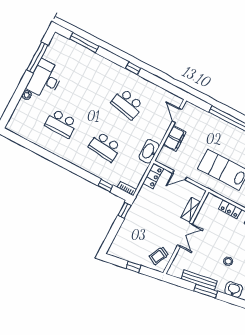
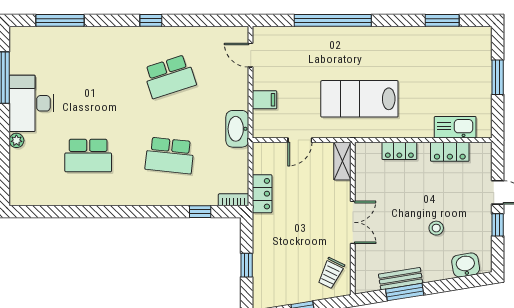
school desk: (127, 104) -> (170, 77), turned -30
filing cabinet: (175, 139) -> (265, 100), width x0.50
locker: (153, 176) -> (262, 194), moved
window: (124, 210) -> (247, 265), moved
shelving: (191, 210) -> (342, 161), moved
bench: (199, 280) -> (401, 279), width x0.73
window: (206, 291) -> (405, 292), moved

